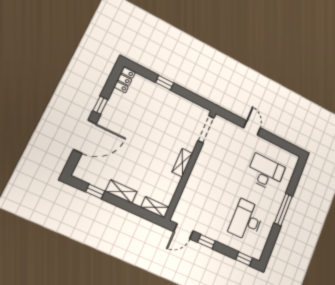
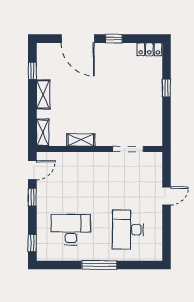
doorway: (206, 129) -> (128, 149), moved
shelving: (182, 163) -> (81, 140), moved
desk: (266, 172) -> (128, 230), turned 180
door: (183, 231) -> (32, 170), swing flipped

